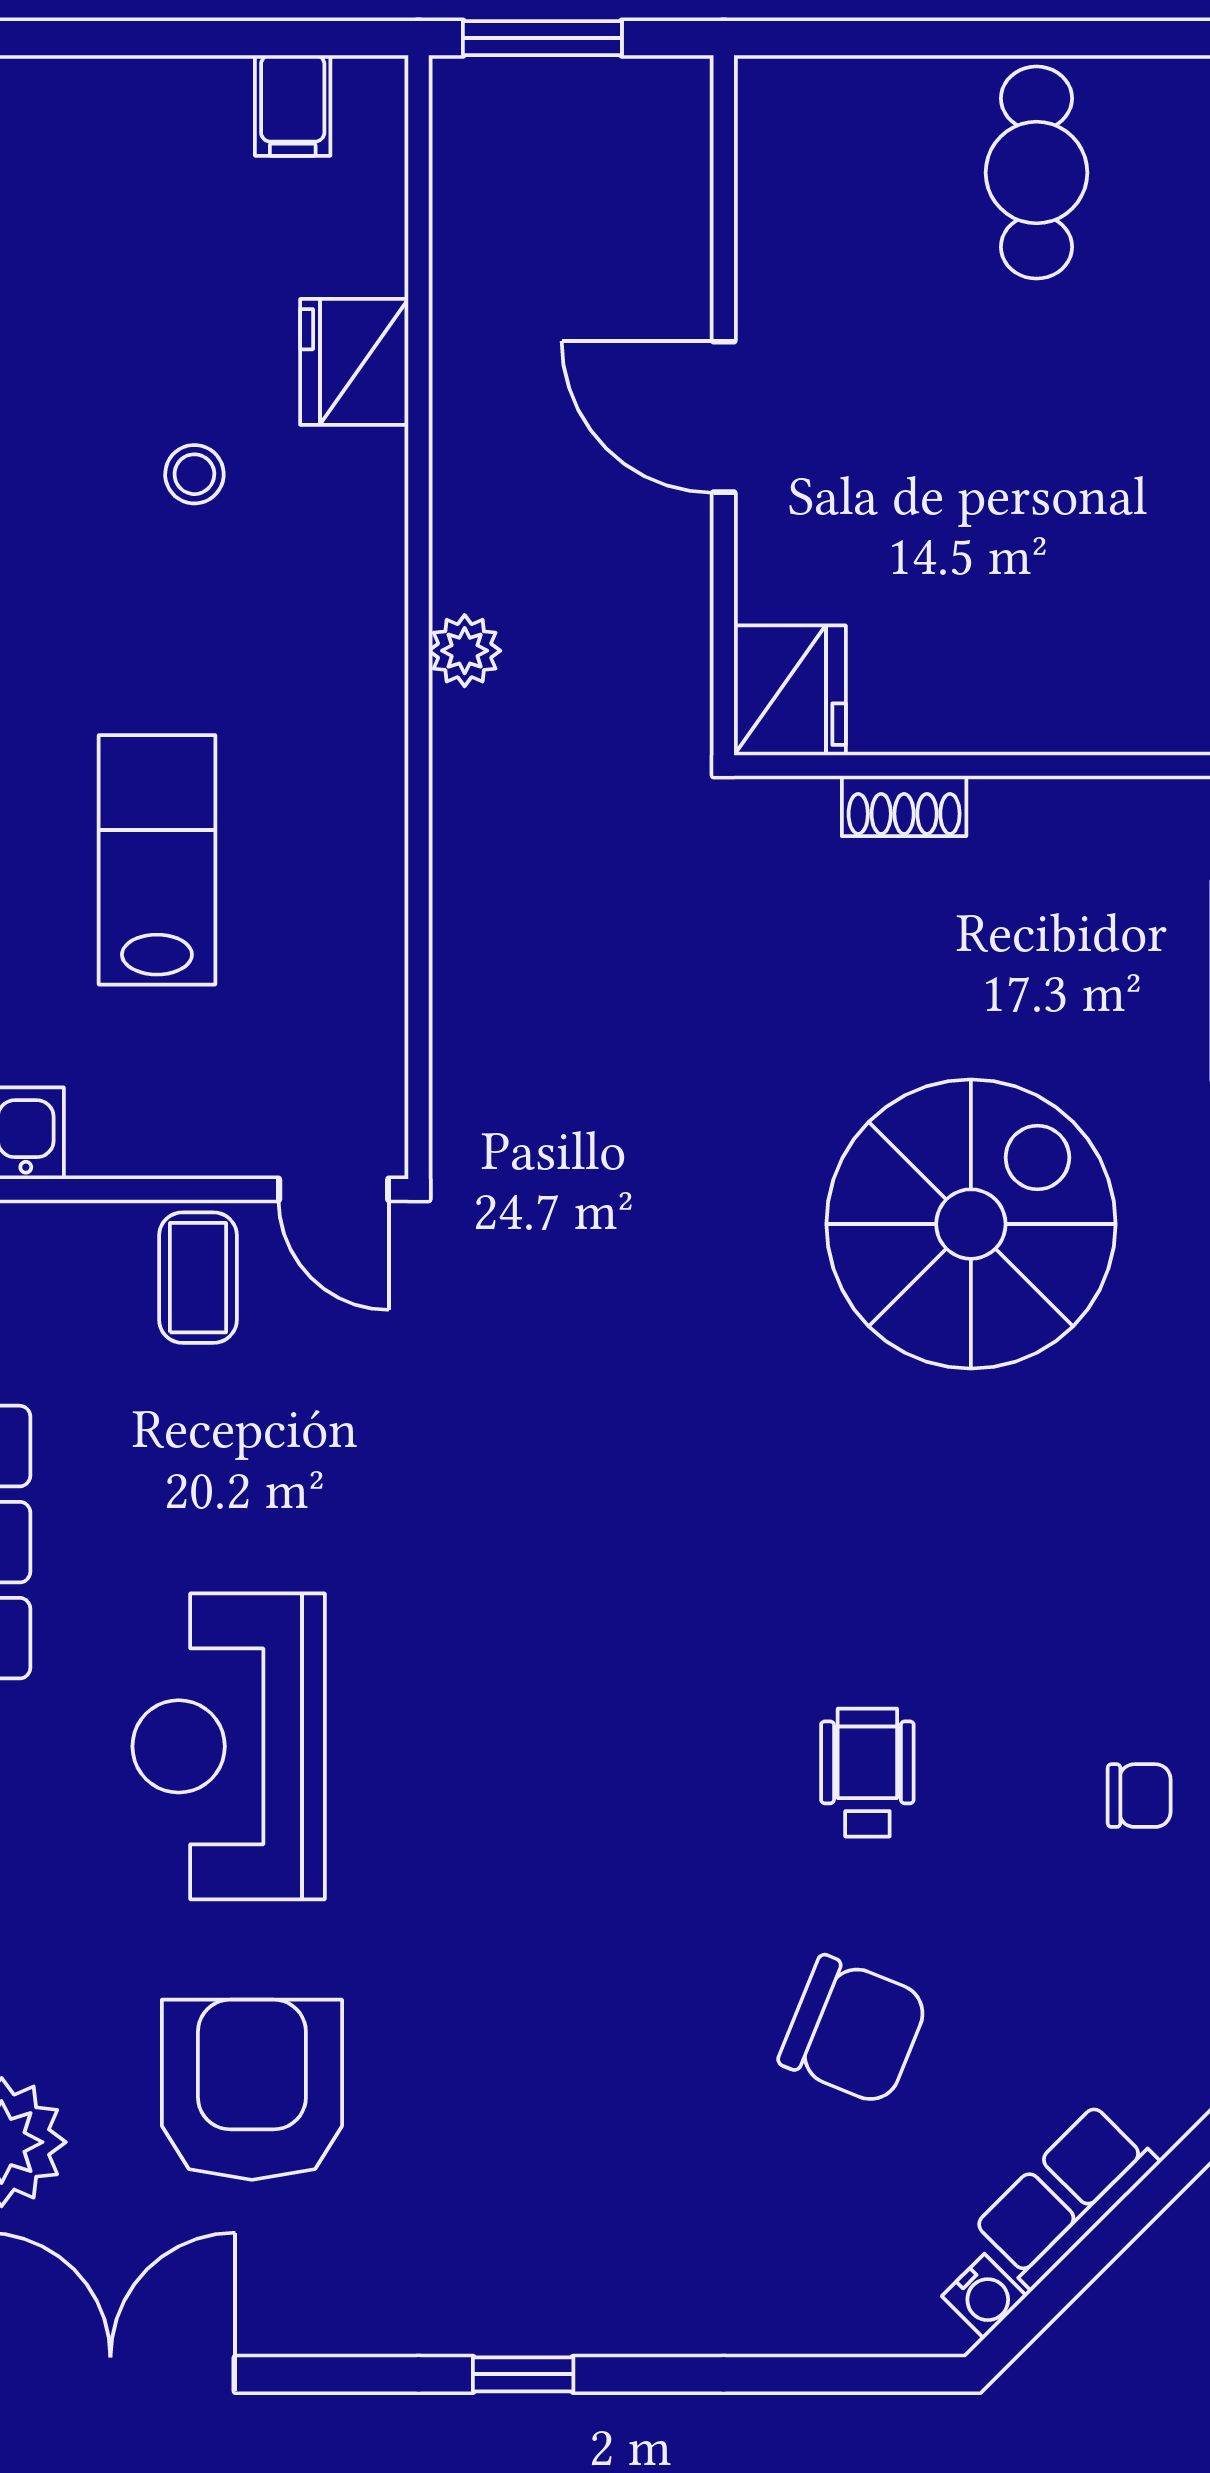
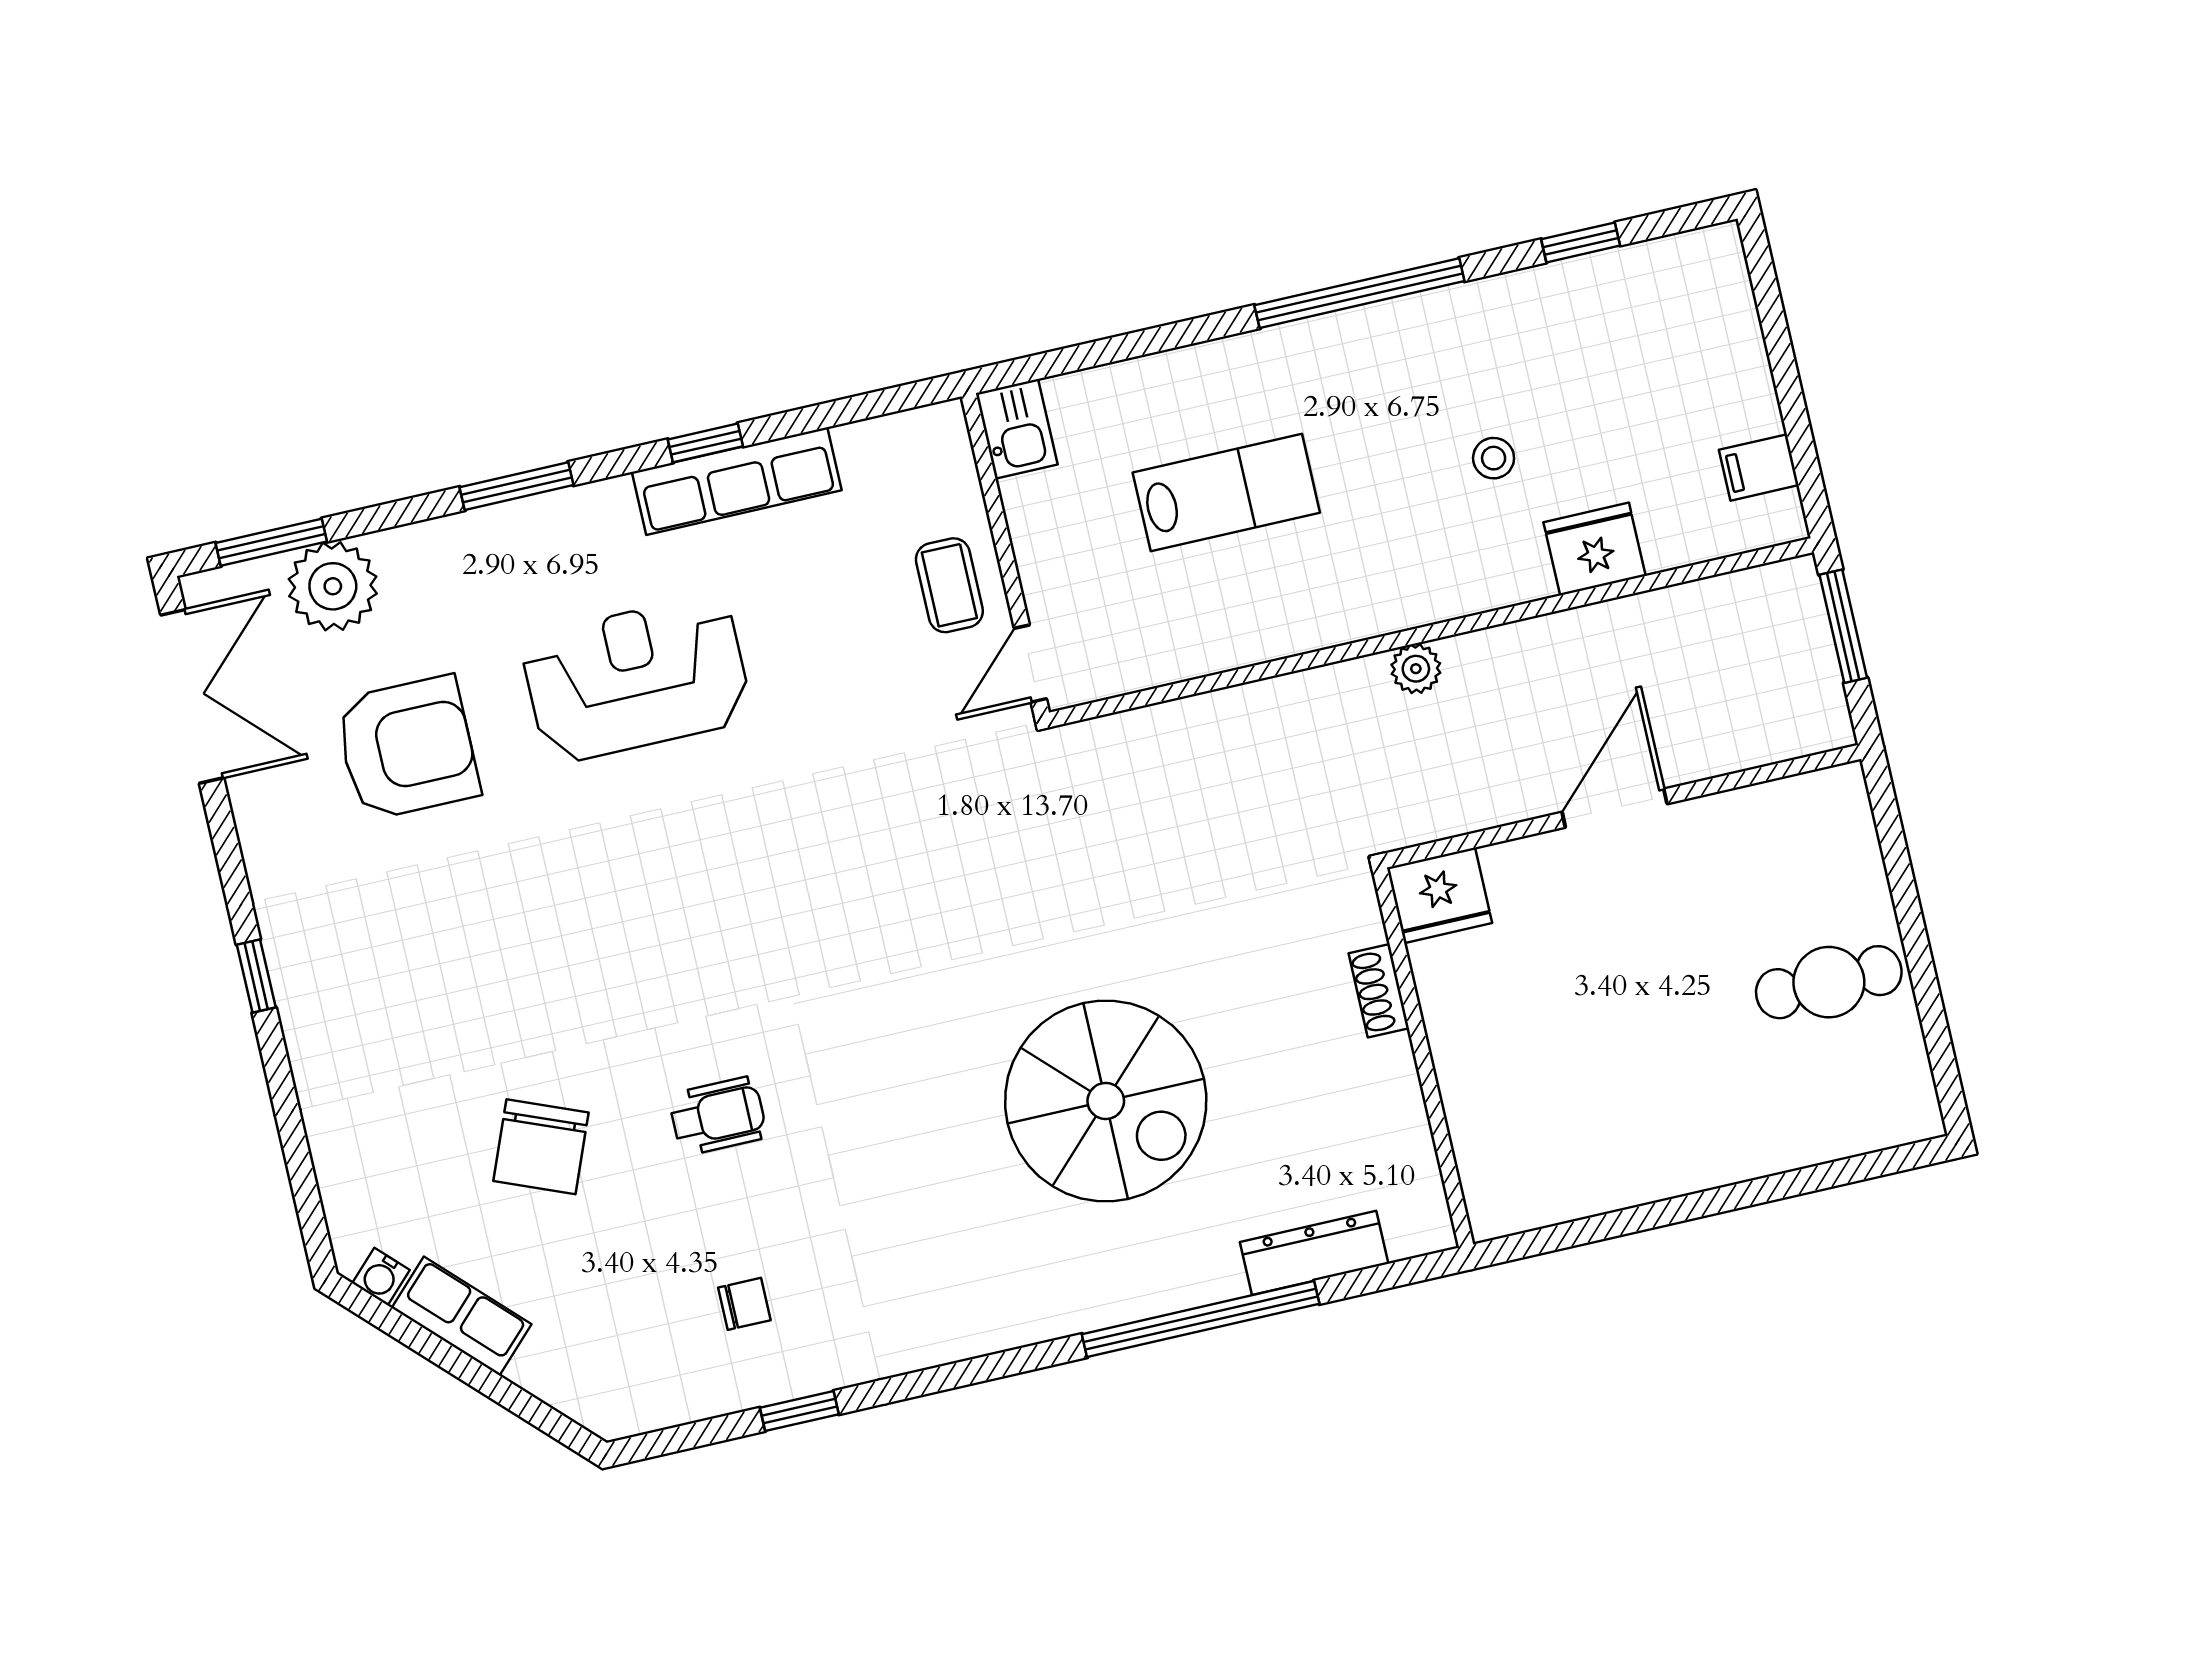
coffee table: (198, 1278) -> (949, 585), turned 90
chair: (1139, 1796) -> (744, 1304), turned -90

